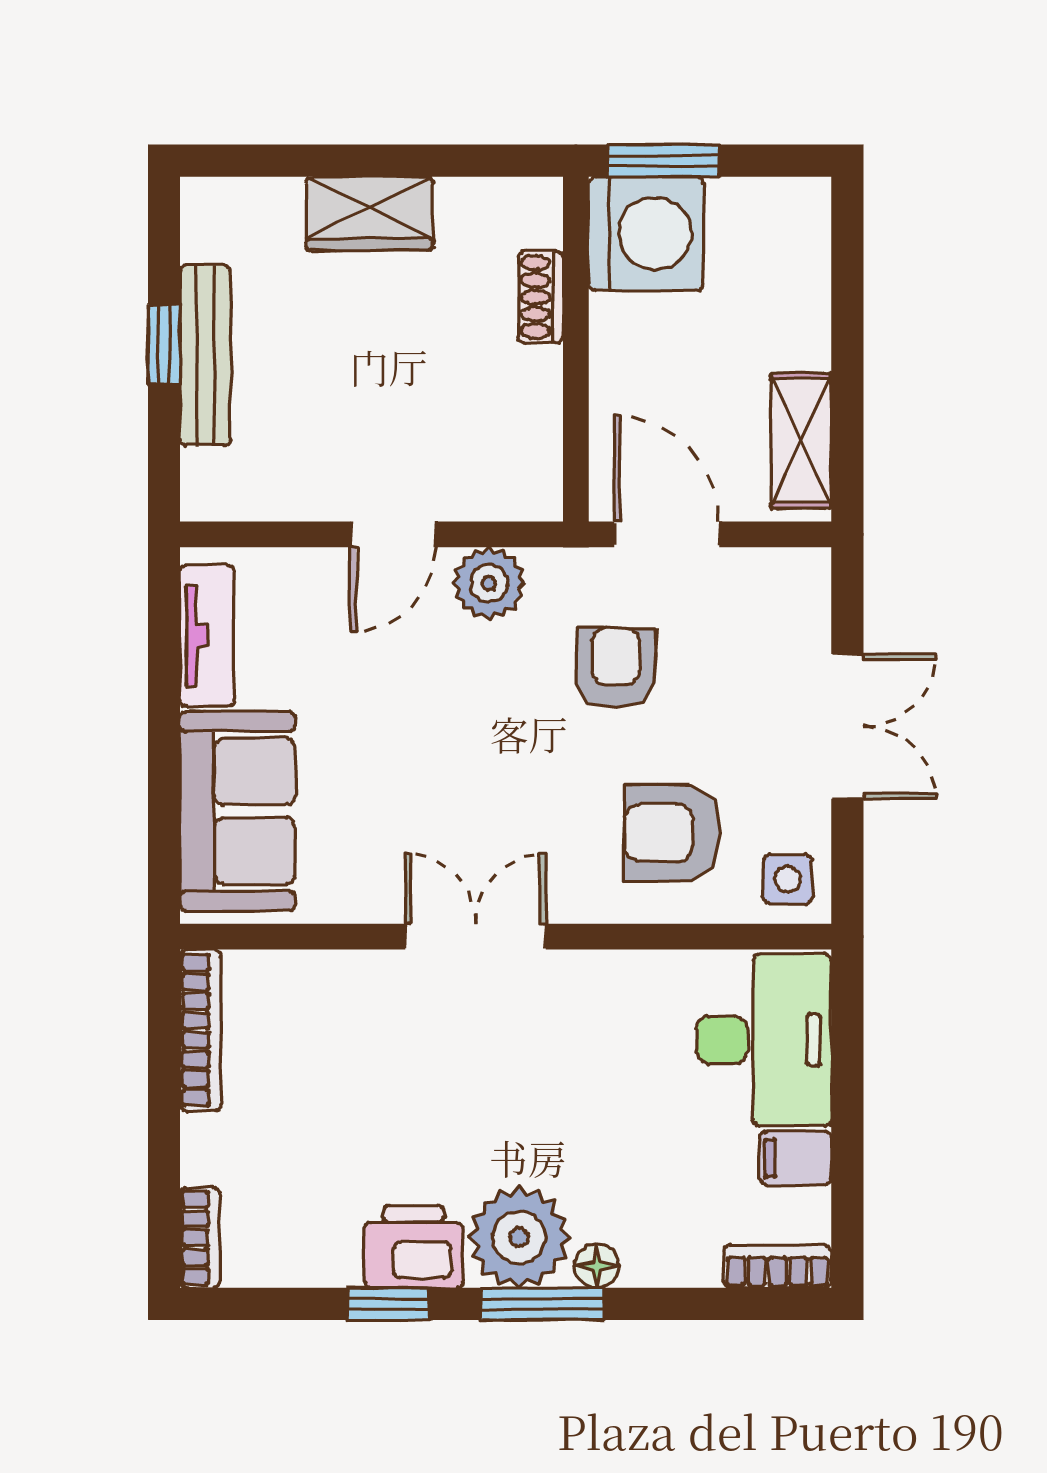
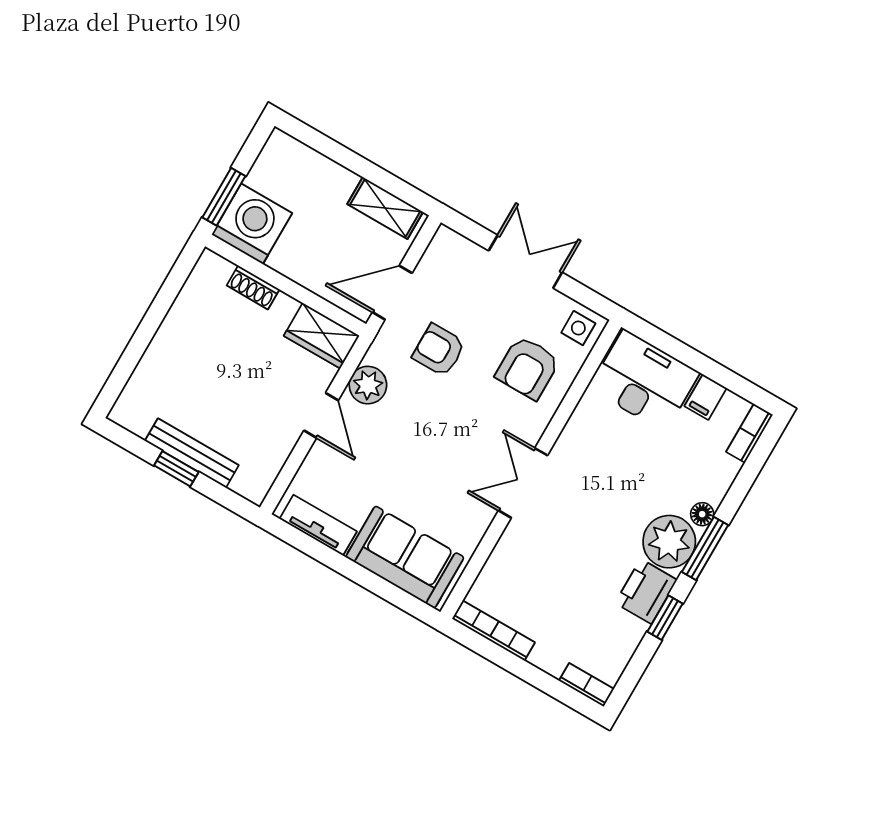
wardrobe: (369, 213) -> (322, 336), moved, turned 90

